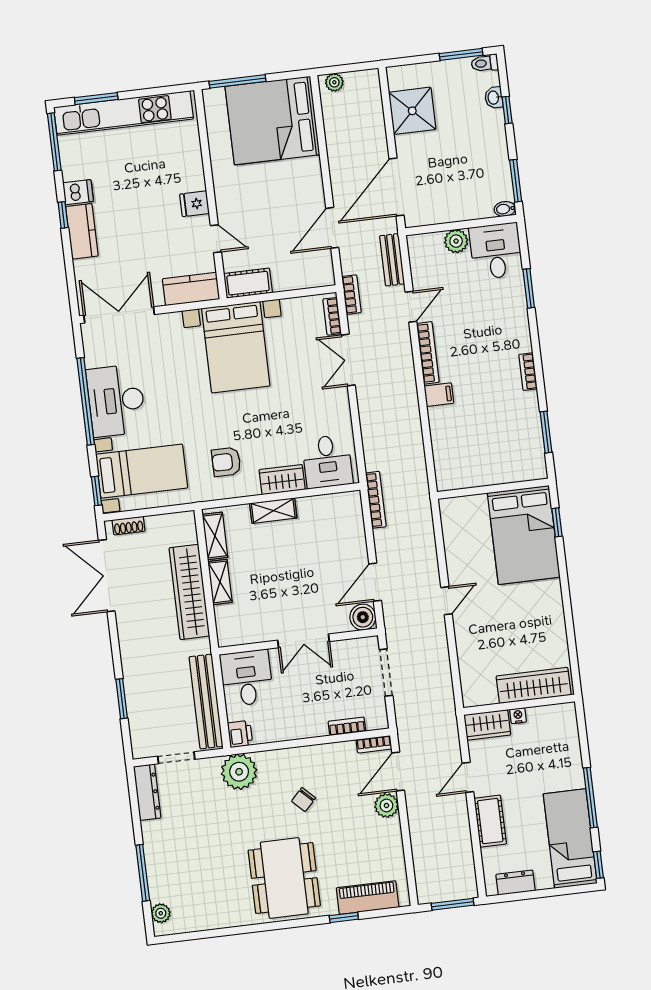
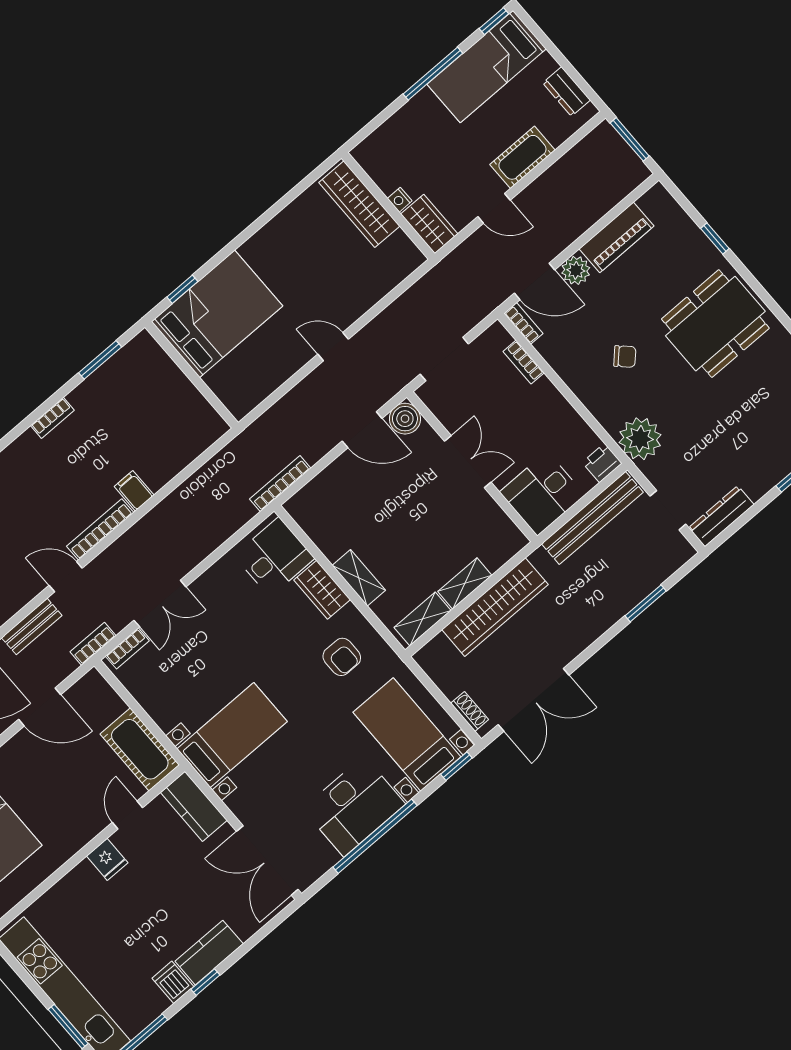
cot: (248, 283) -> (140, 749), width x1.37, depth x1.34
bed with nightstands: (236, 347) -> (232, 735), width x0.73
piano: (368, 898) -> (617, 237), moved, turned -90

